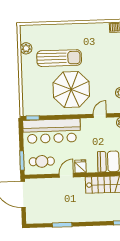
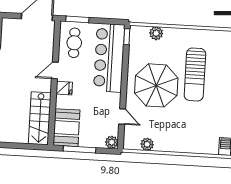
plant: (26, 48) -> (156, 33), moved
door: (66, 175) -> (55, 70), swing flipped

